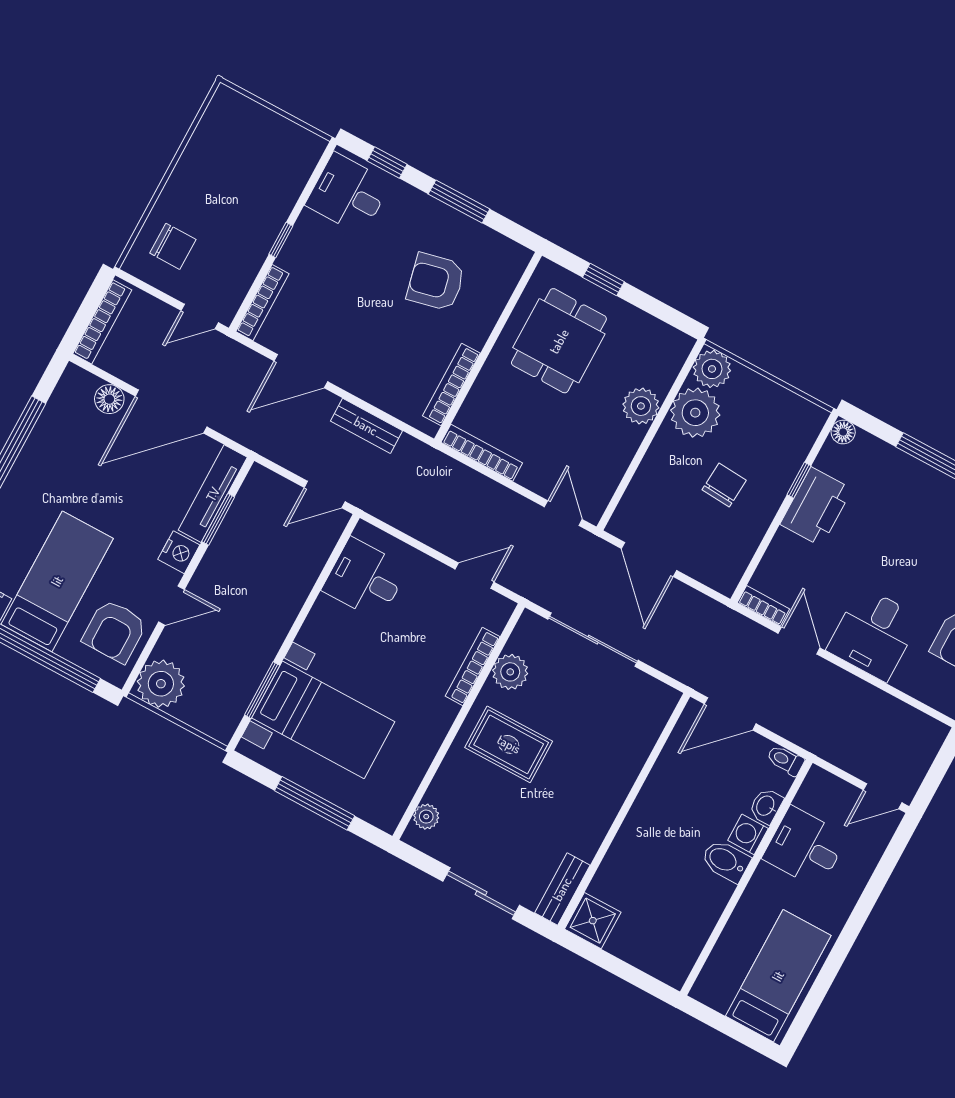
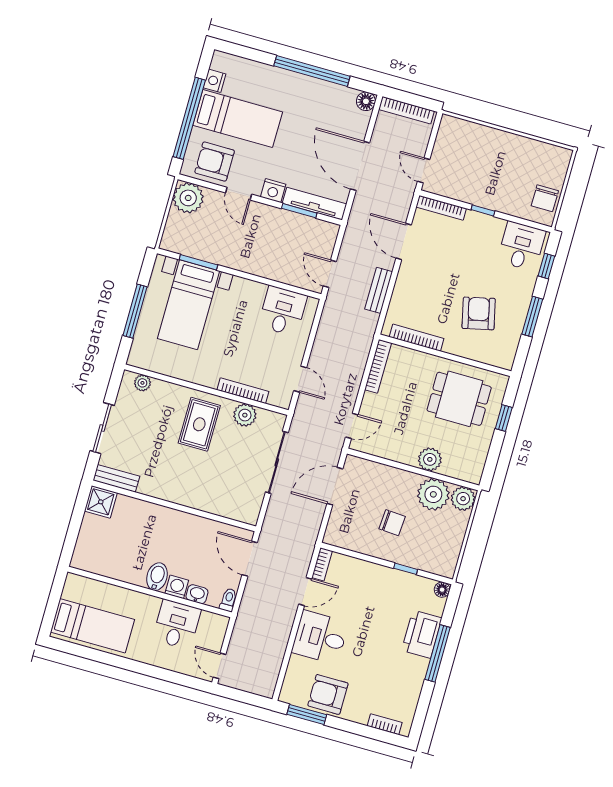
chair: (173, 246) -> (545, 198), moved
floor lamp: (109, 399) -> (366, 101), moved
printer: (816, 507) -> (422, 634), moved, turned 90

